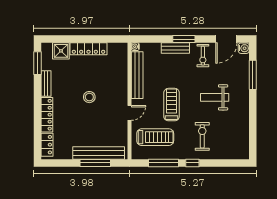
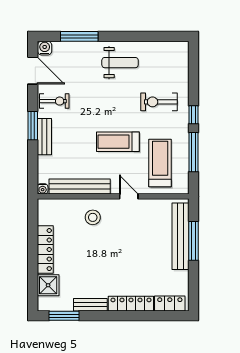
stool: (89, 97) -> (93, 217), moved
weight bench: (215, 97) -> (120, 63), moved, turned -90

